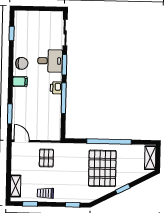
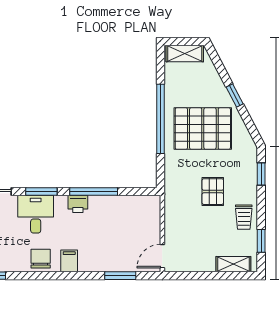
pallet: (46, 158) -> (213, 192), moved, turned 90

